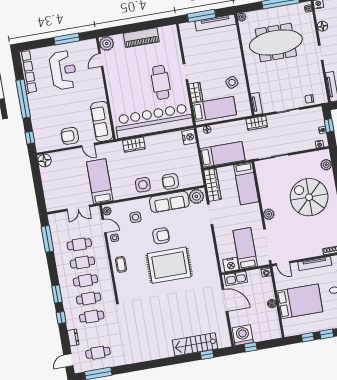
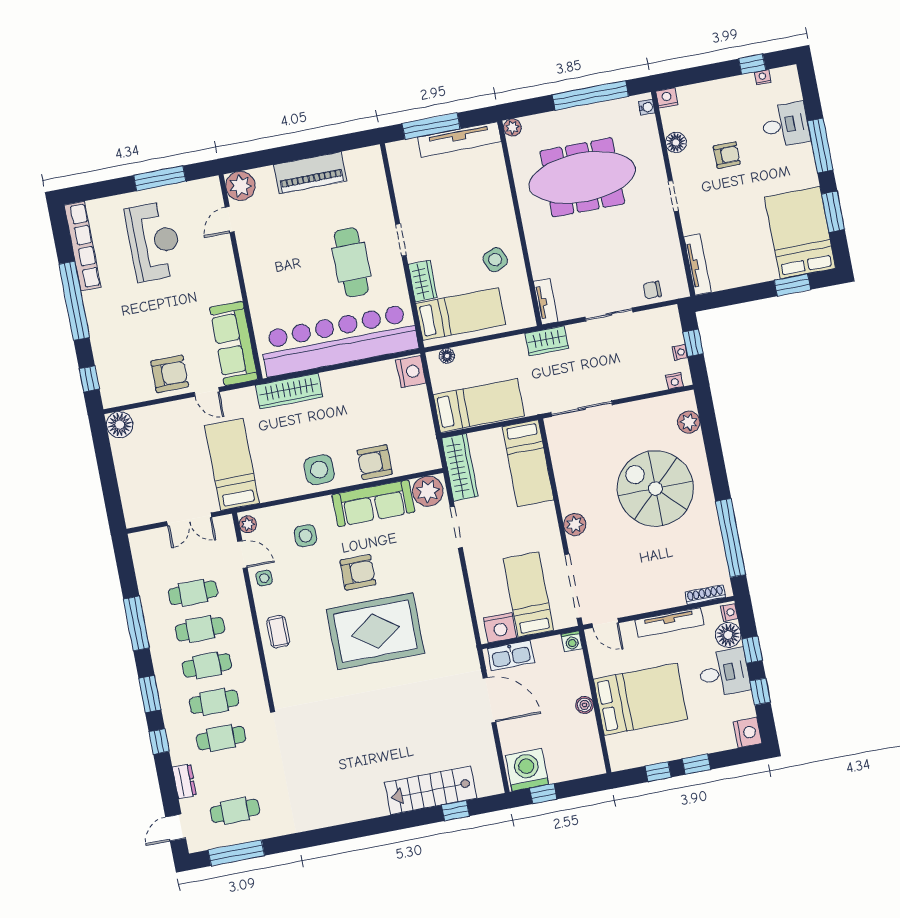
armchair: (70, 136) -> (170, 374), turned 180
wardrobe: (134, 145) -> (289, 391), width x1.50
window: (47, 239) -> (136, 623), moved

